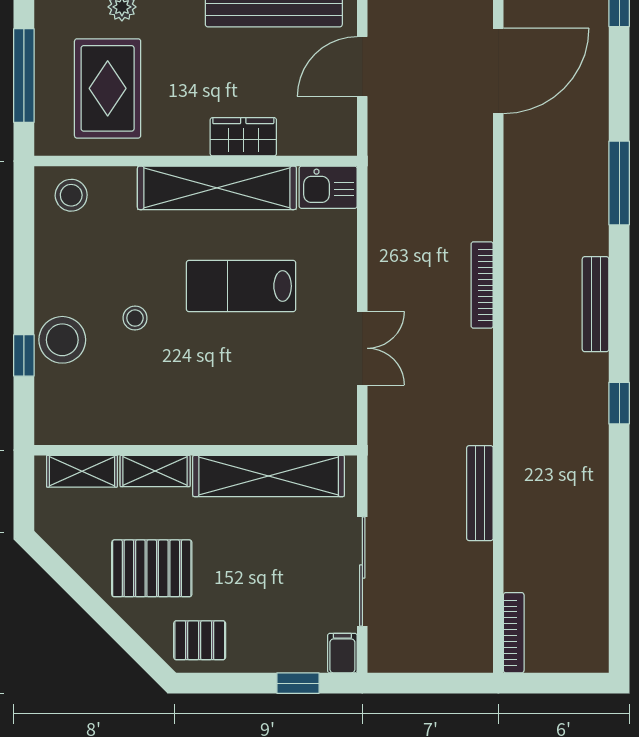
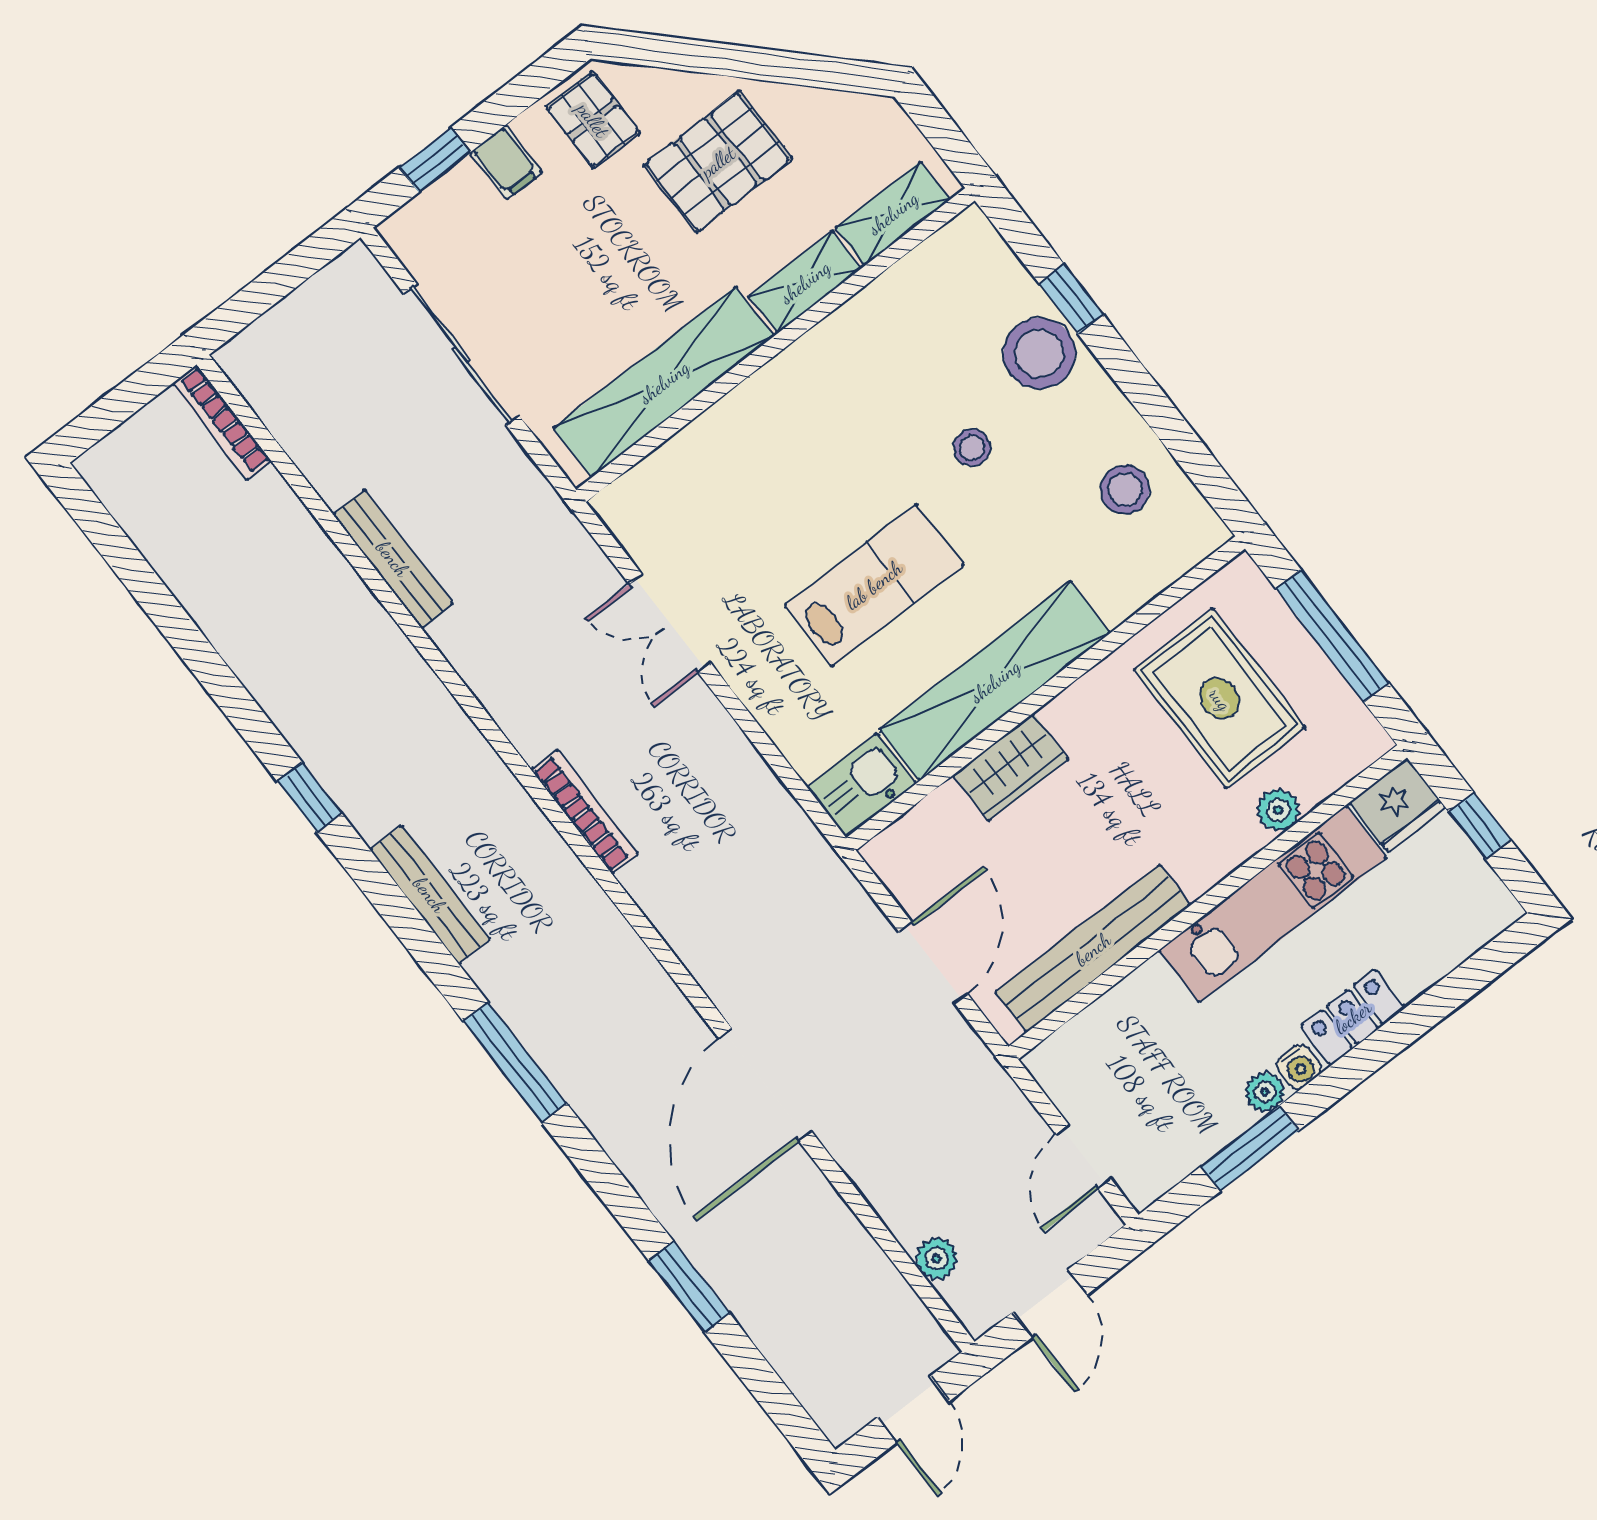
stool: (71, 195) -> (1125, 490), moved
pallet: (200, 640) -> (593, 120), turned 90
filing cabinet: (342, 653) -> (506, 162), moved

